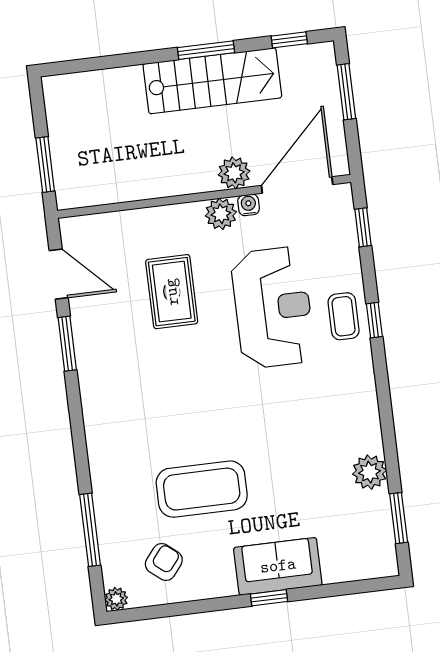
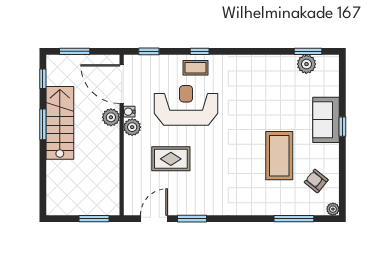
plant: (370, 472) -> (306, 64), moved

